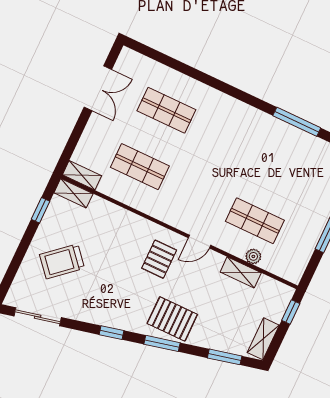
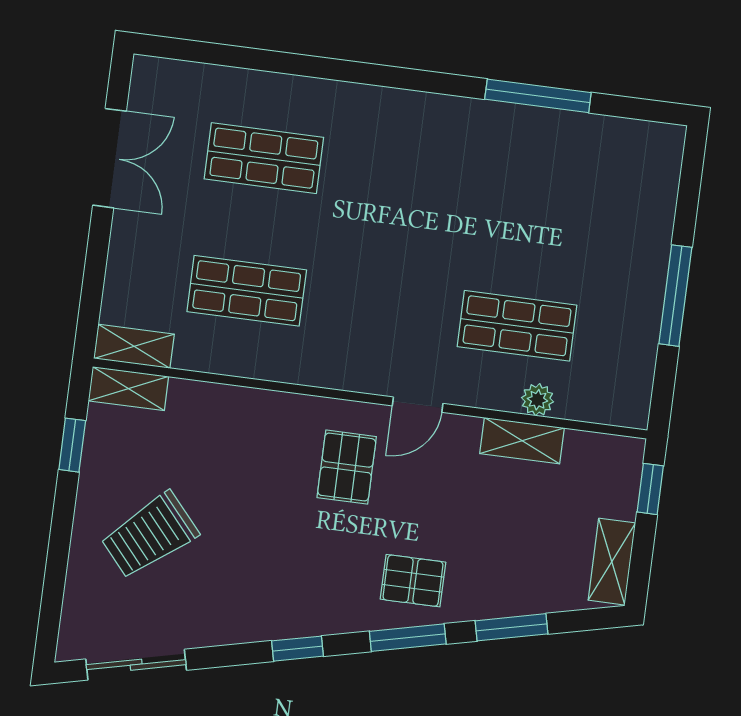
pallet: (172, 319) -> (413, 581), width x0.67, depth x0.71
window: (225, 357) -> (511, 627), moved

